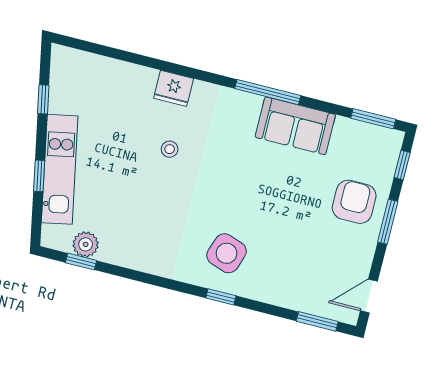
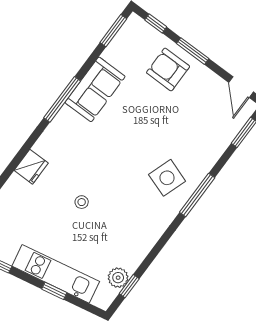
stool: (170, 149) -> (82, 202), moved
window: (221, 297) -> (197, 195), width x2.17

